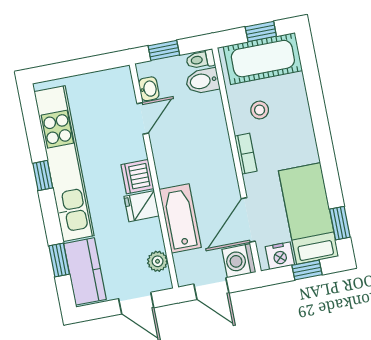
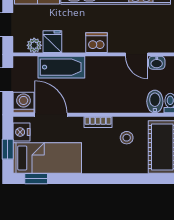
fridge: (142, 206) -> (52, 42), moved

